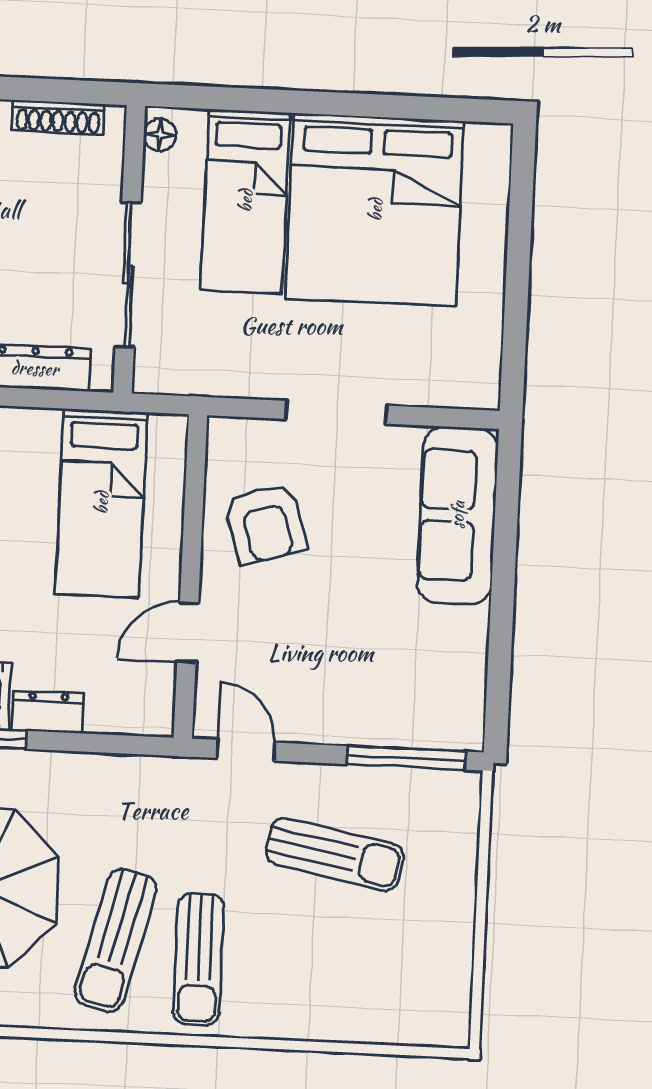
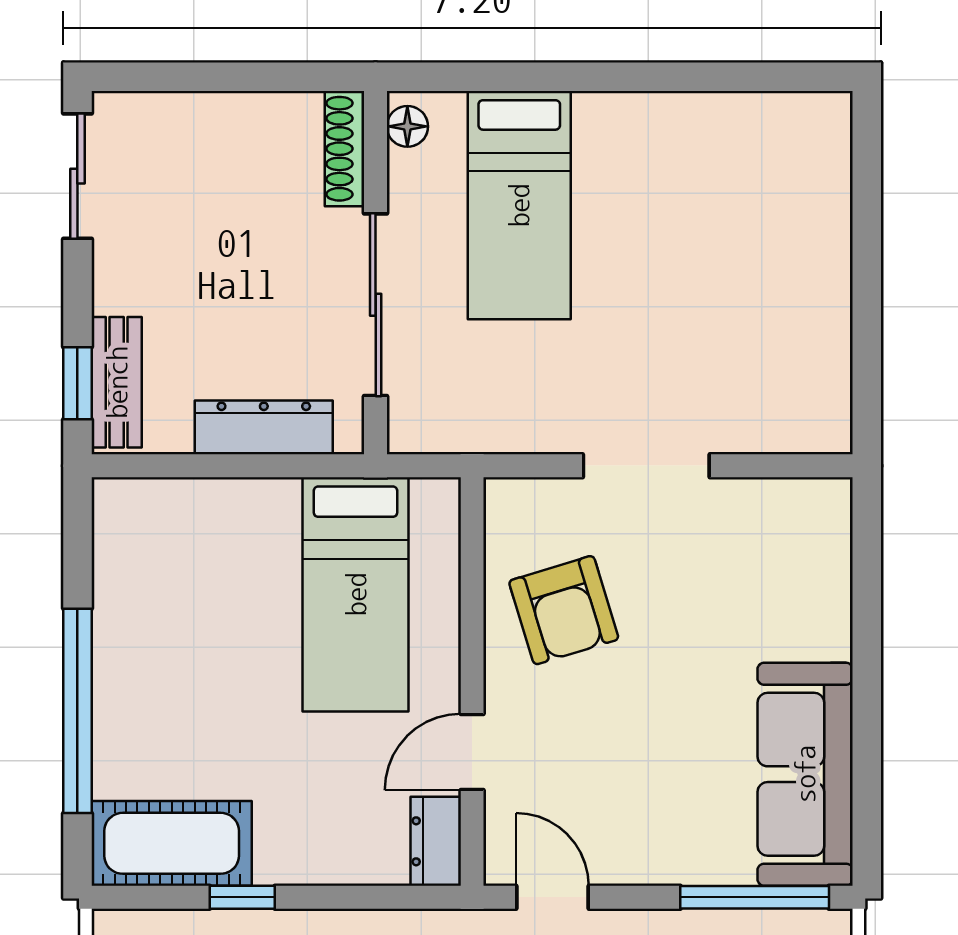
shoe rack: (58, 117) -> (345, 149), moved, turned 90
bed: (375, 210) -> (683, 208), removed
sofa: (457, 515) -> (805, 774), moved
dresser: (48, 712) -> (436, 841), moved, turned -90

